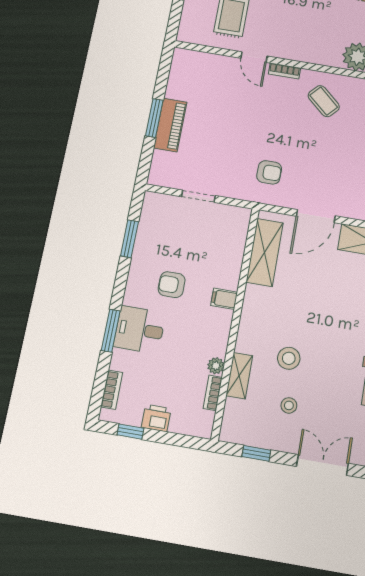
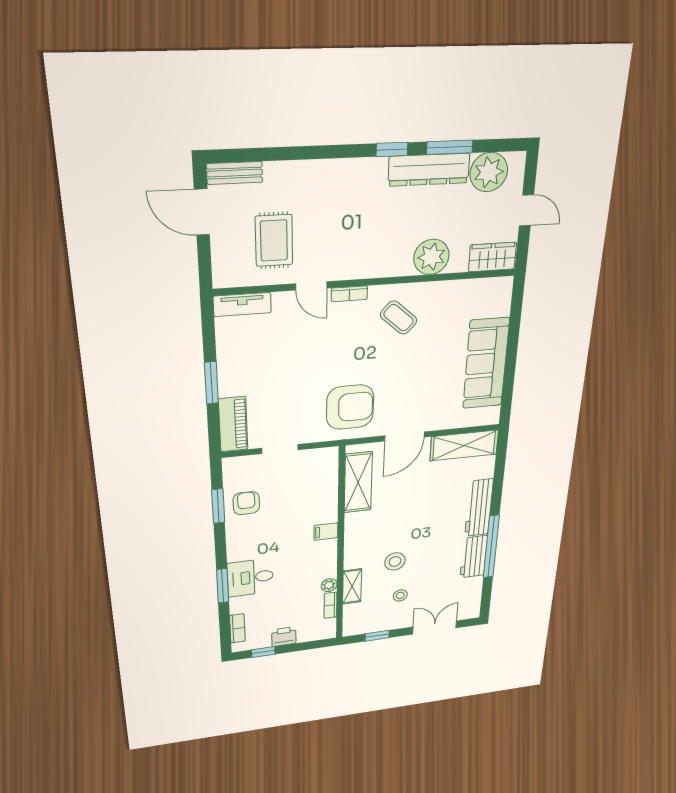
tv unit: (195, 59) -> (242, 304), added
piano: (170, 125) -> (233, 424), moved
armchair: (269, 172) -> (350, 407), width x1.88, depth x1.88
armchair: (172, 285) -> (246, 503), moved, turned 90

